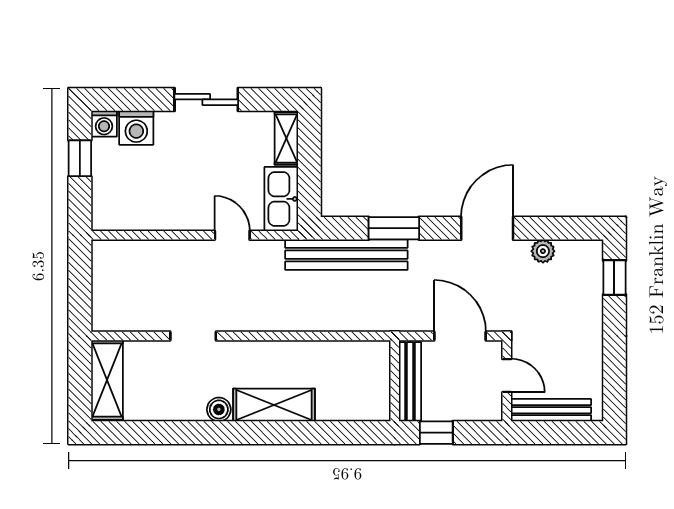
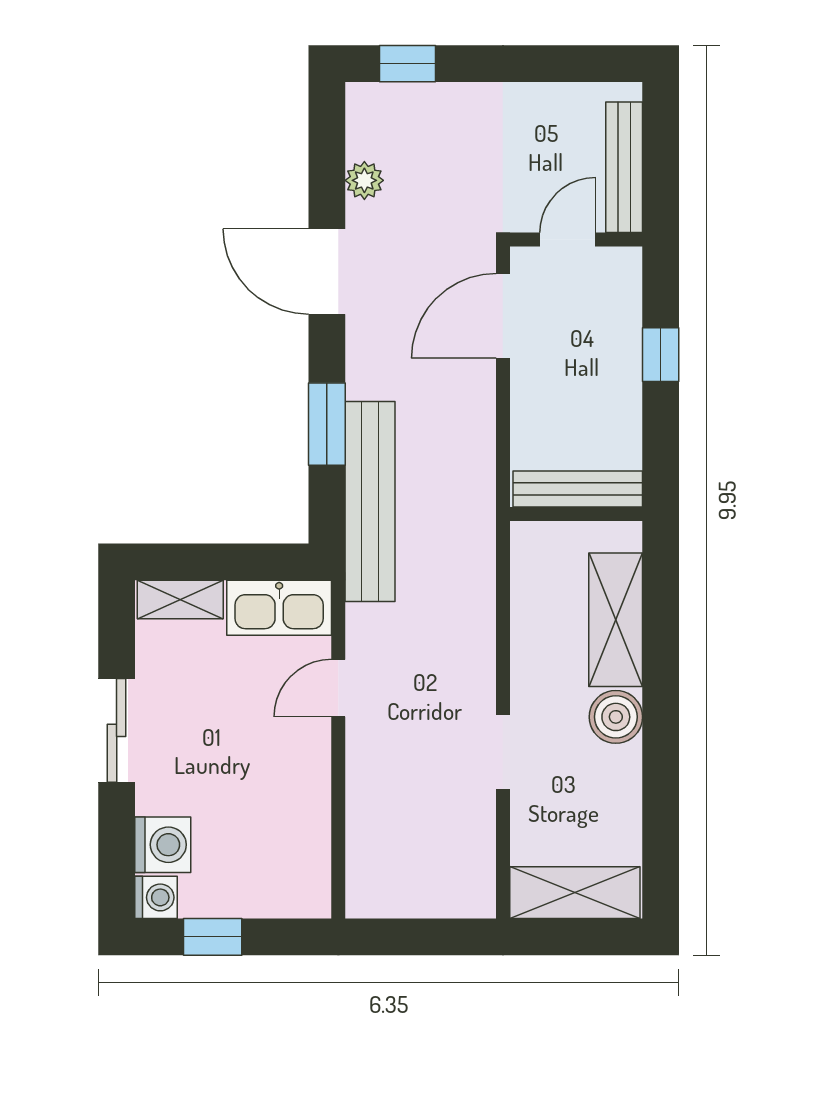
wall: (395, 381) -> (576, 514), moved
bench: (410, 382) -> (578, 489), moved
boiler: (219, 409) -> (616, 717), width x1.36, depth x1.36

